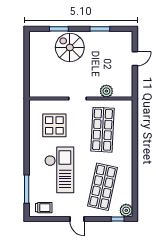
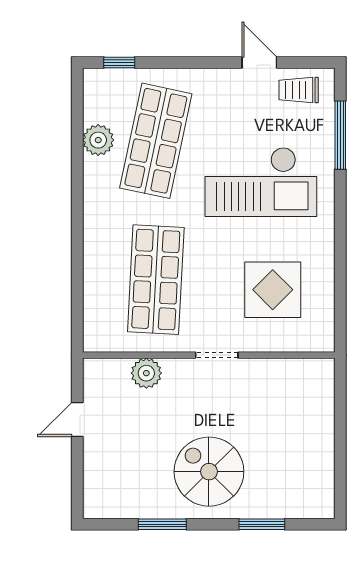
spiral stairs: (70, 47) -> (209, 472), moved, turned 180
door: (135, 59) -> (77, 420), moved
checkout: (59, 170) -> (261, 182), turned -90
plant: (126, 210) -> (98, 140), moved
door: (77, 219) -> (259, 63), moved

